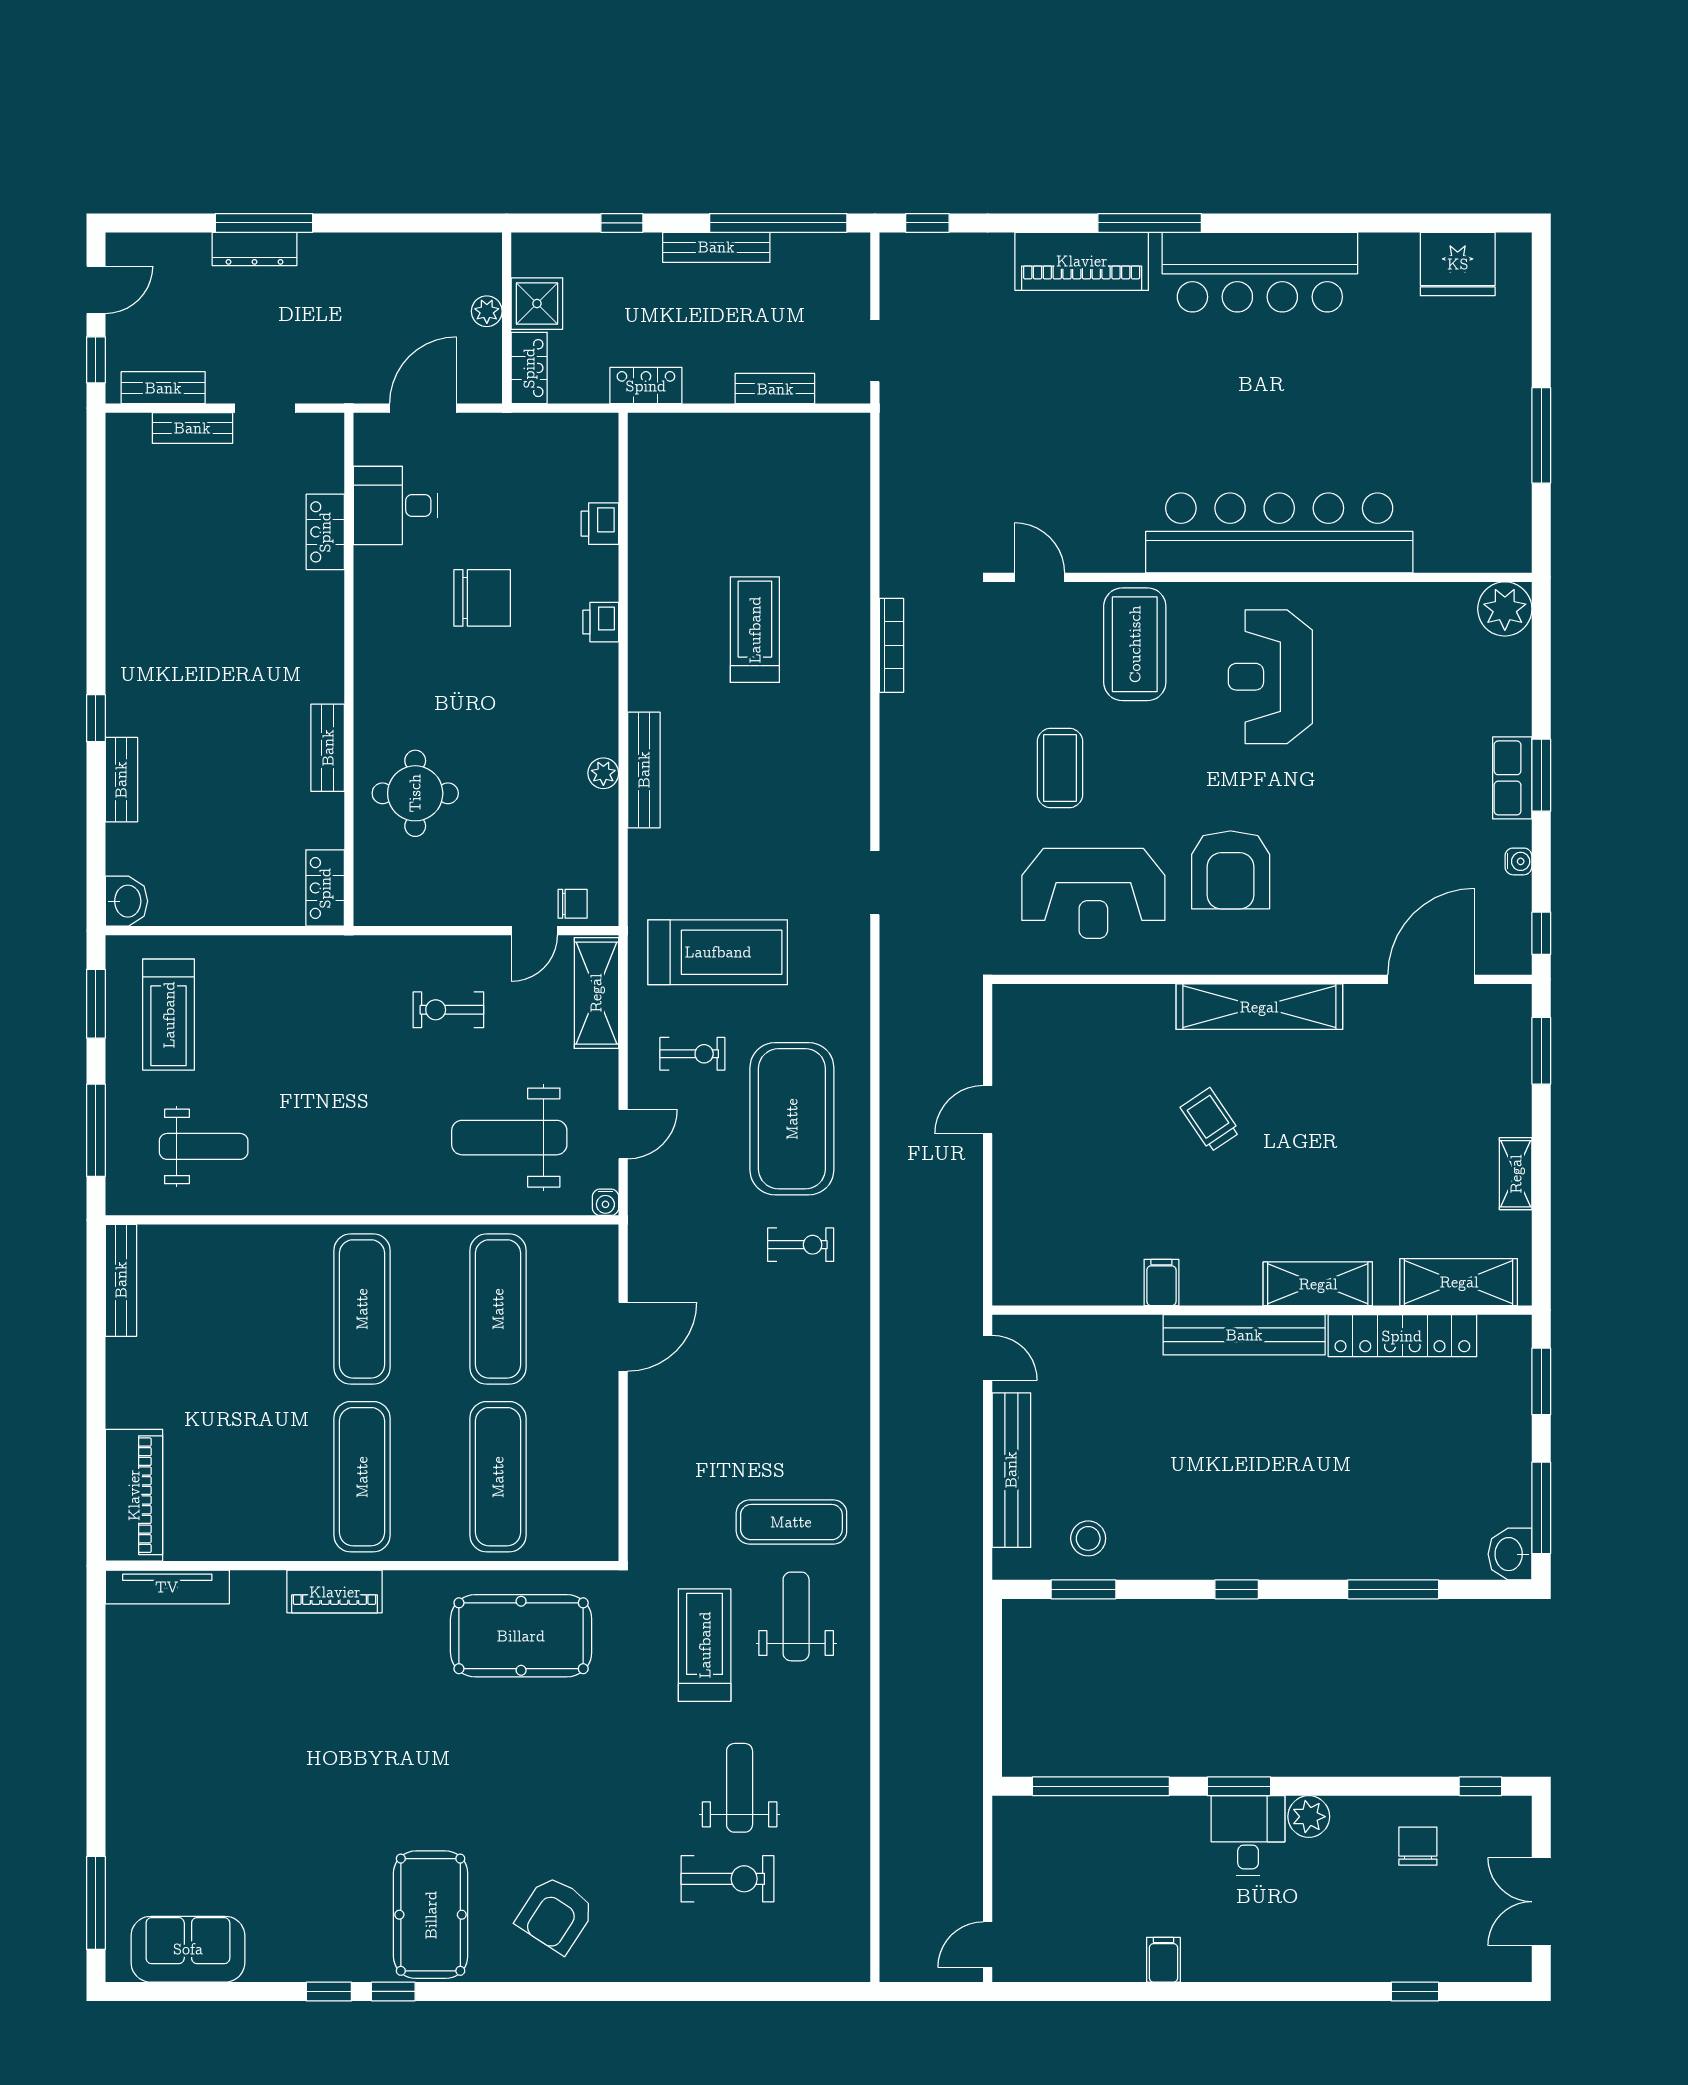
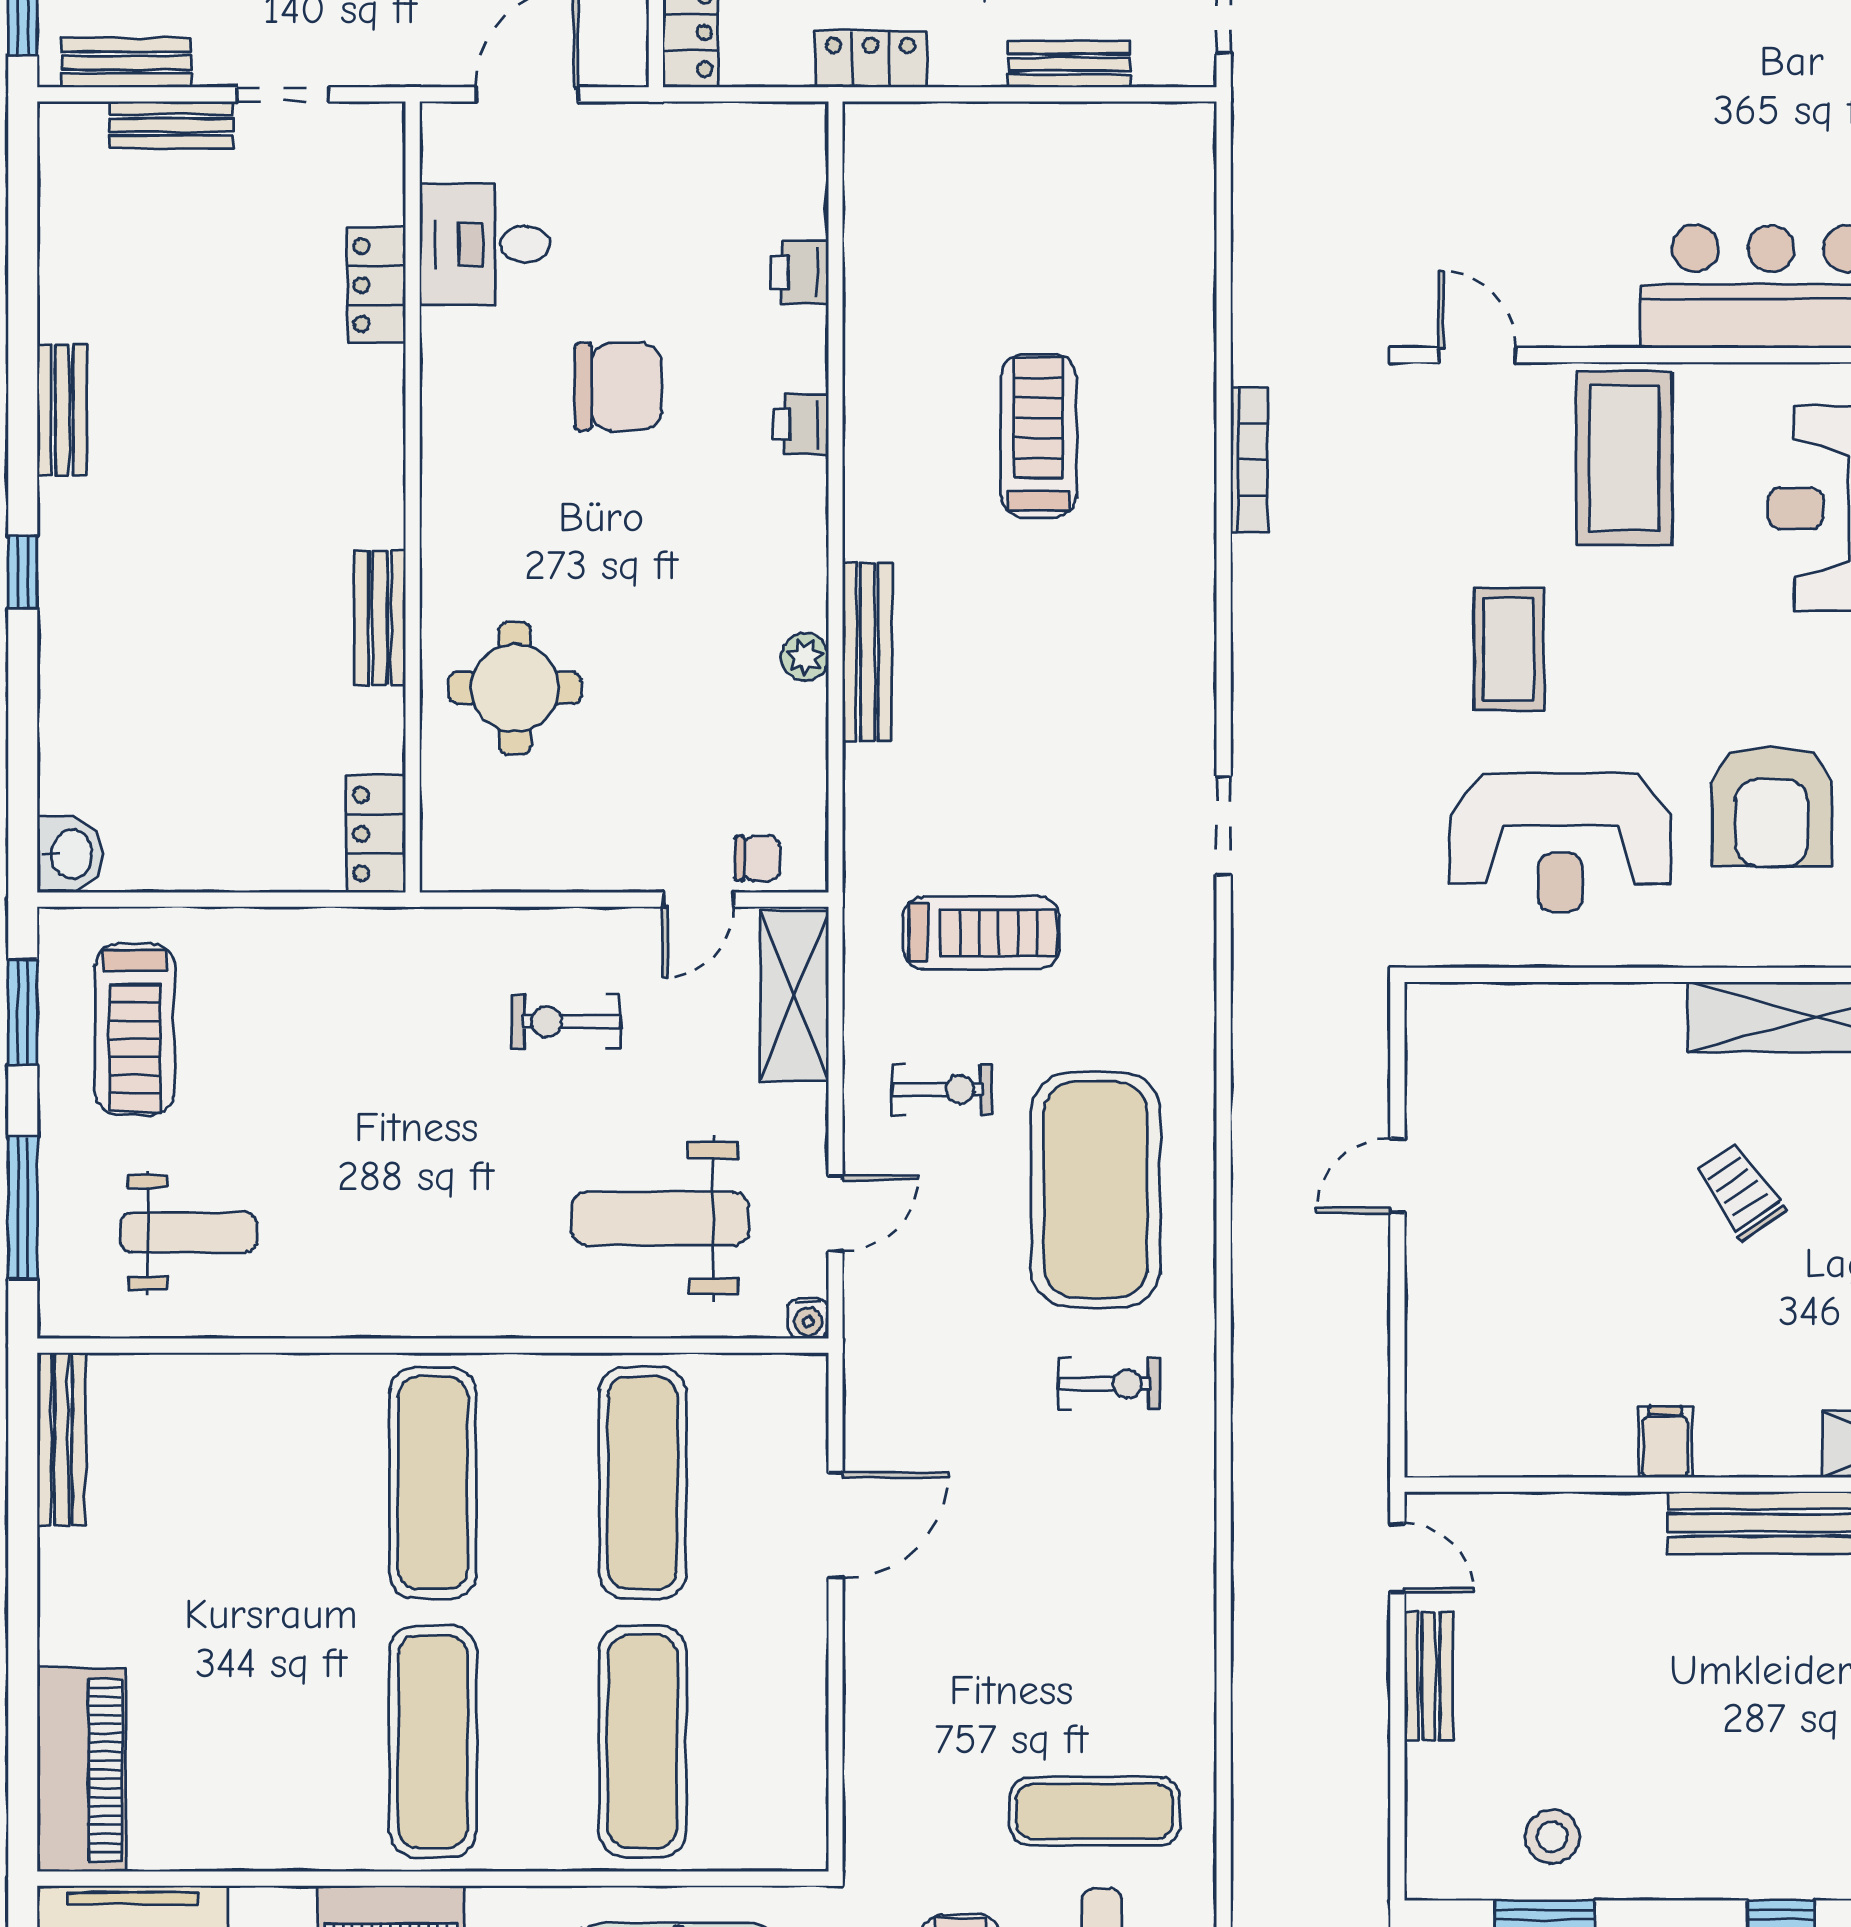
bench: (121, 780) -> (62, 410), moved
treadmill: (718, 952) -> (981, 933), width x0.73, depth x0.73
bench: (1011, 1470) -> (1429, 1676), width x0.54, depth x0.82

